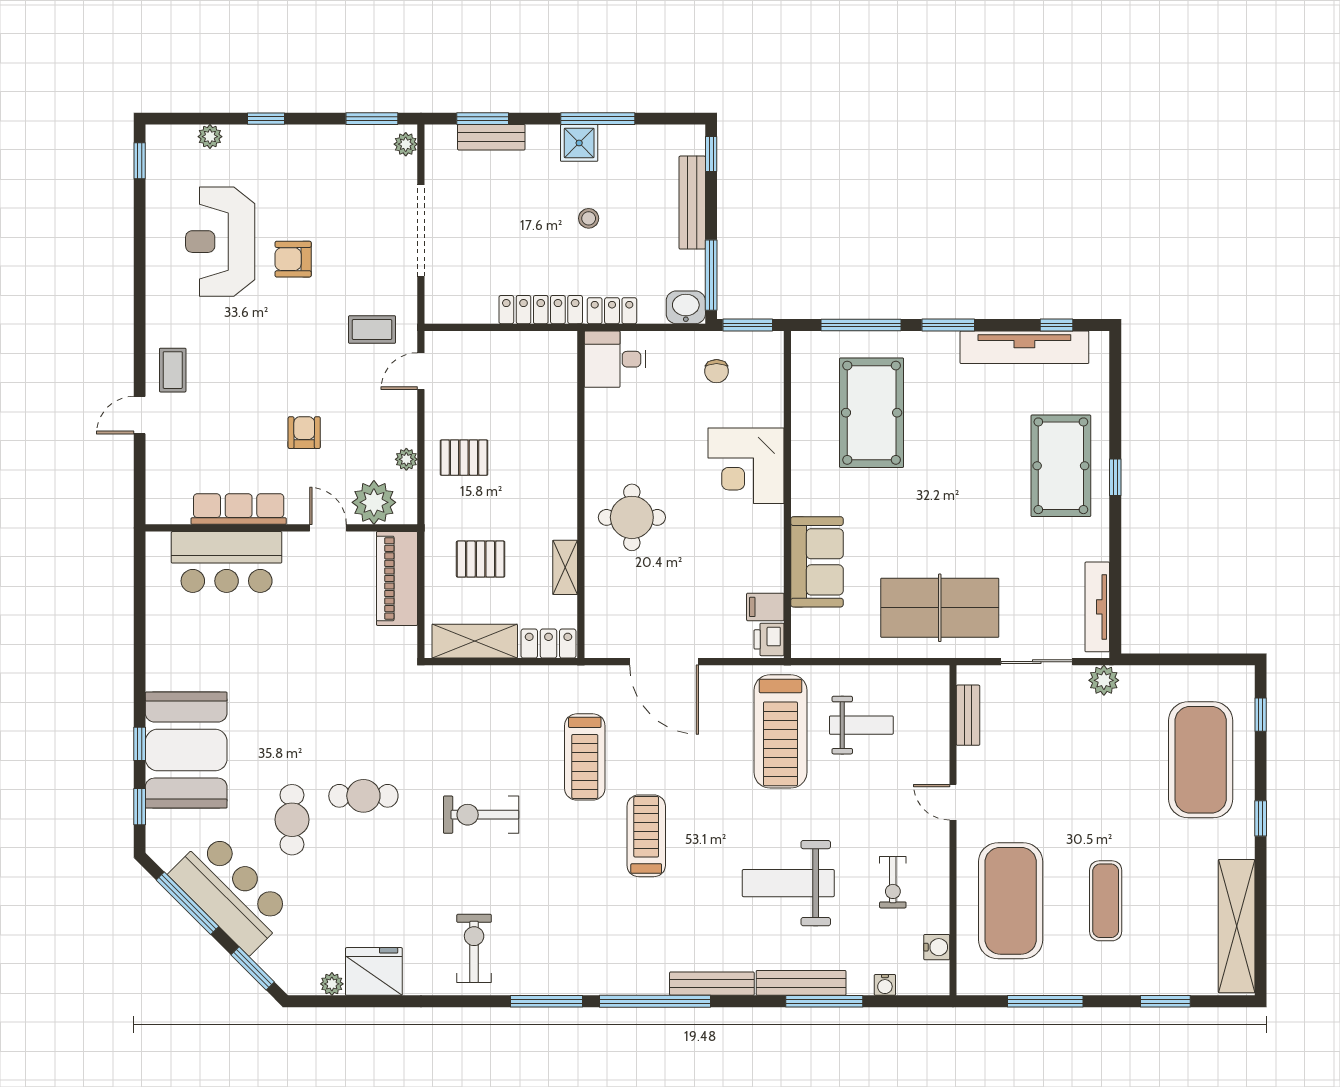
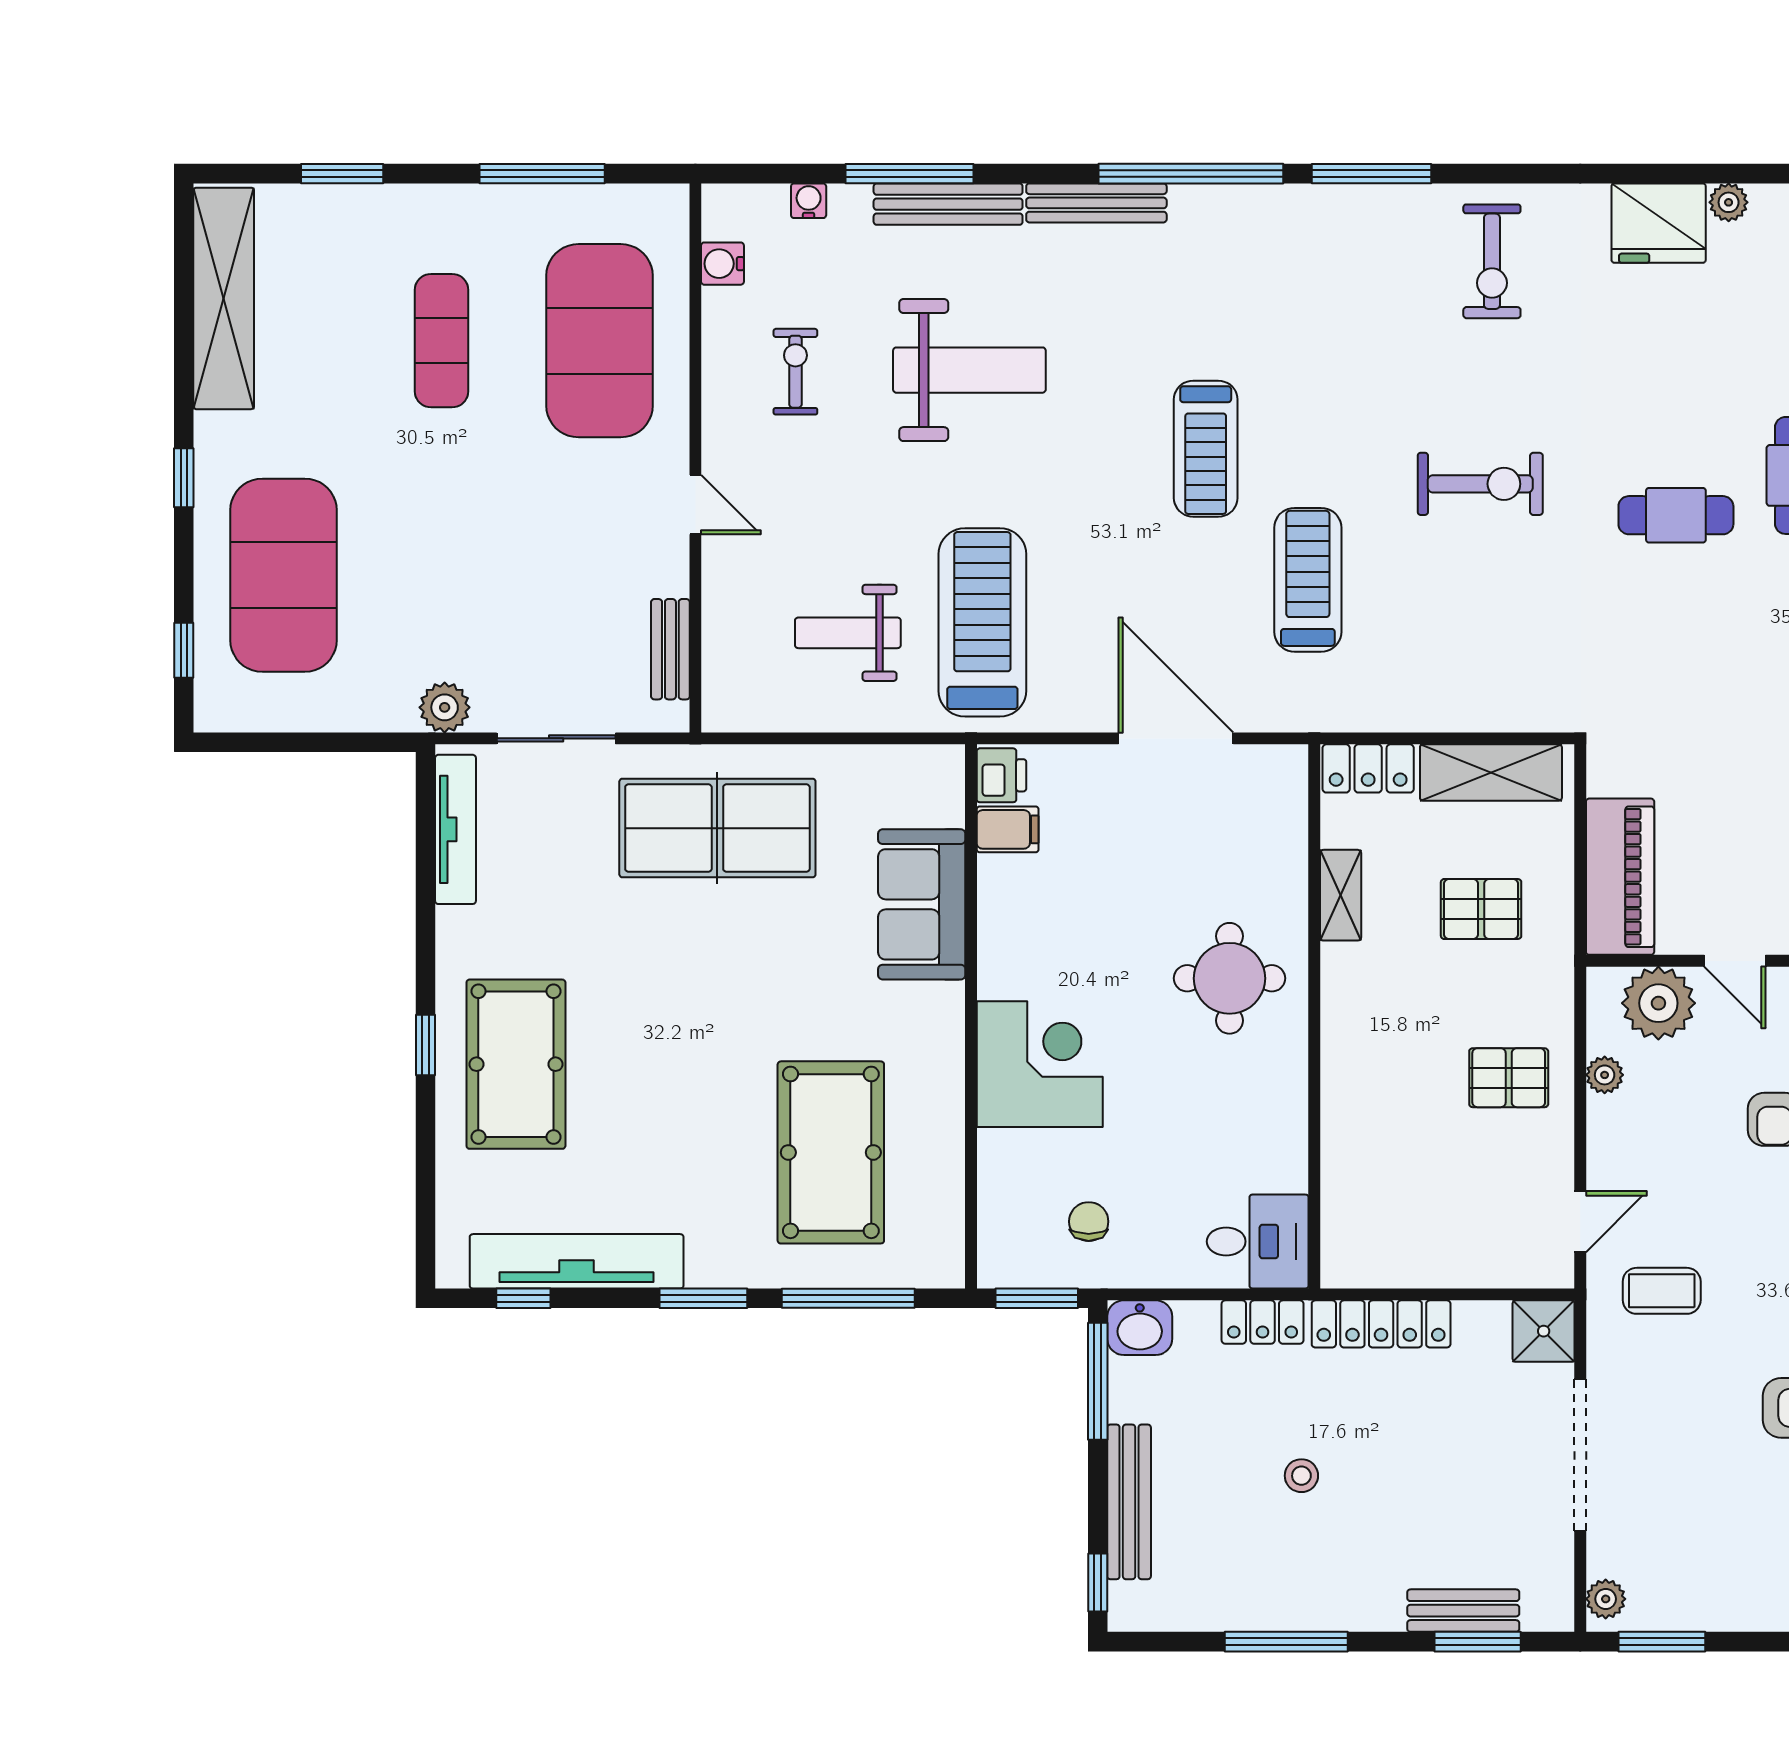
shower: (579, 143) -> (1544, 1331), moved

